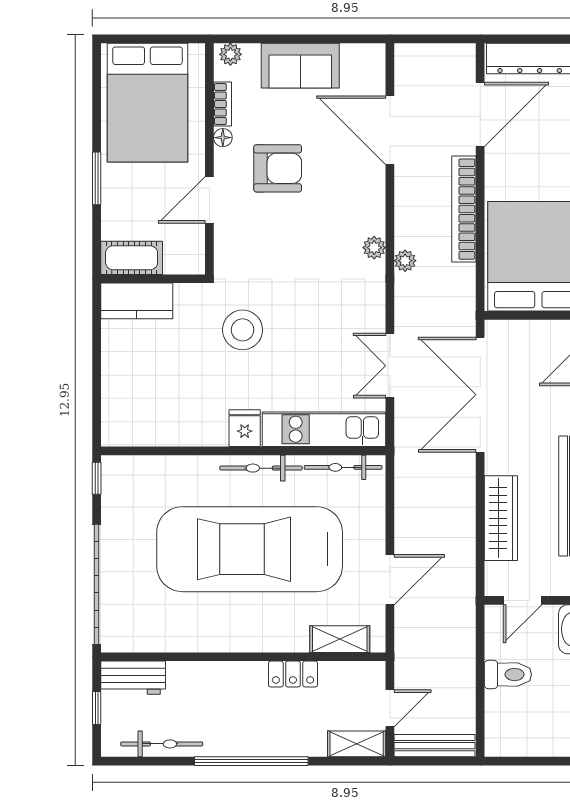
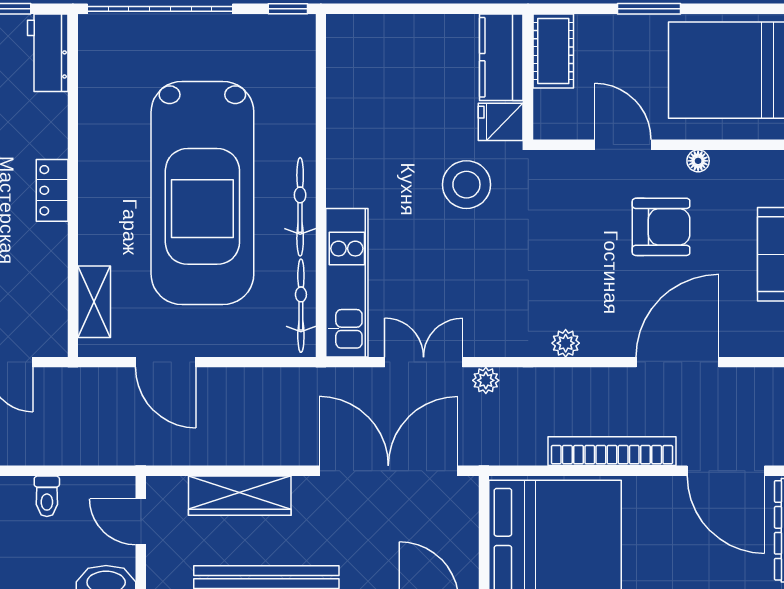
bookcase: (222, 104) -> (738, 160), removed
door: (390, 130) -> (677, 362), moved
armchair: (278, 168) -> (661, 227), turned -90
plant: (405, 261) -> (486, 380), moved
fridge: (245, 428) -> (501, 122), moved, turned 180
car: (250, 549) -> (202, 193), turned 180
locker: (293, 674) -> (52, 190), moved
toilet: (508, 674) -> (47, 496), width x0.73, depth x0.72

